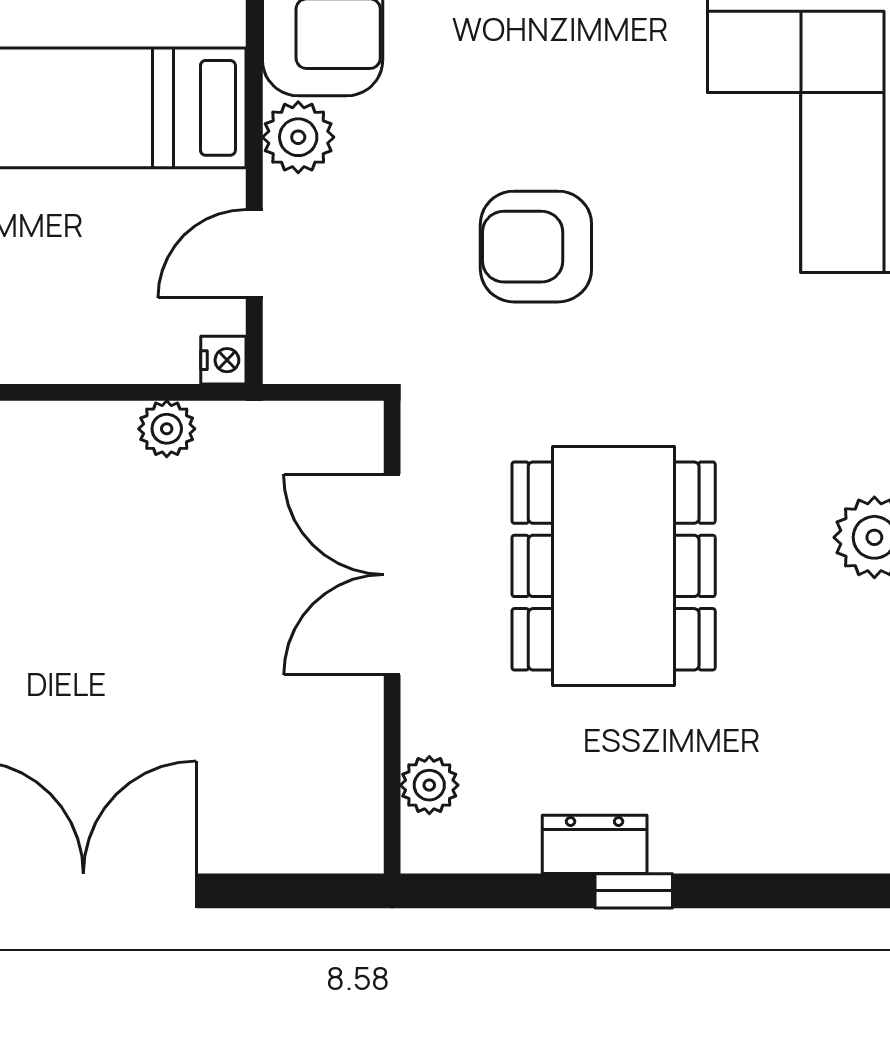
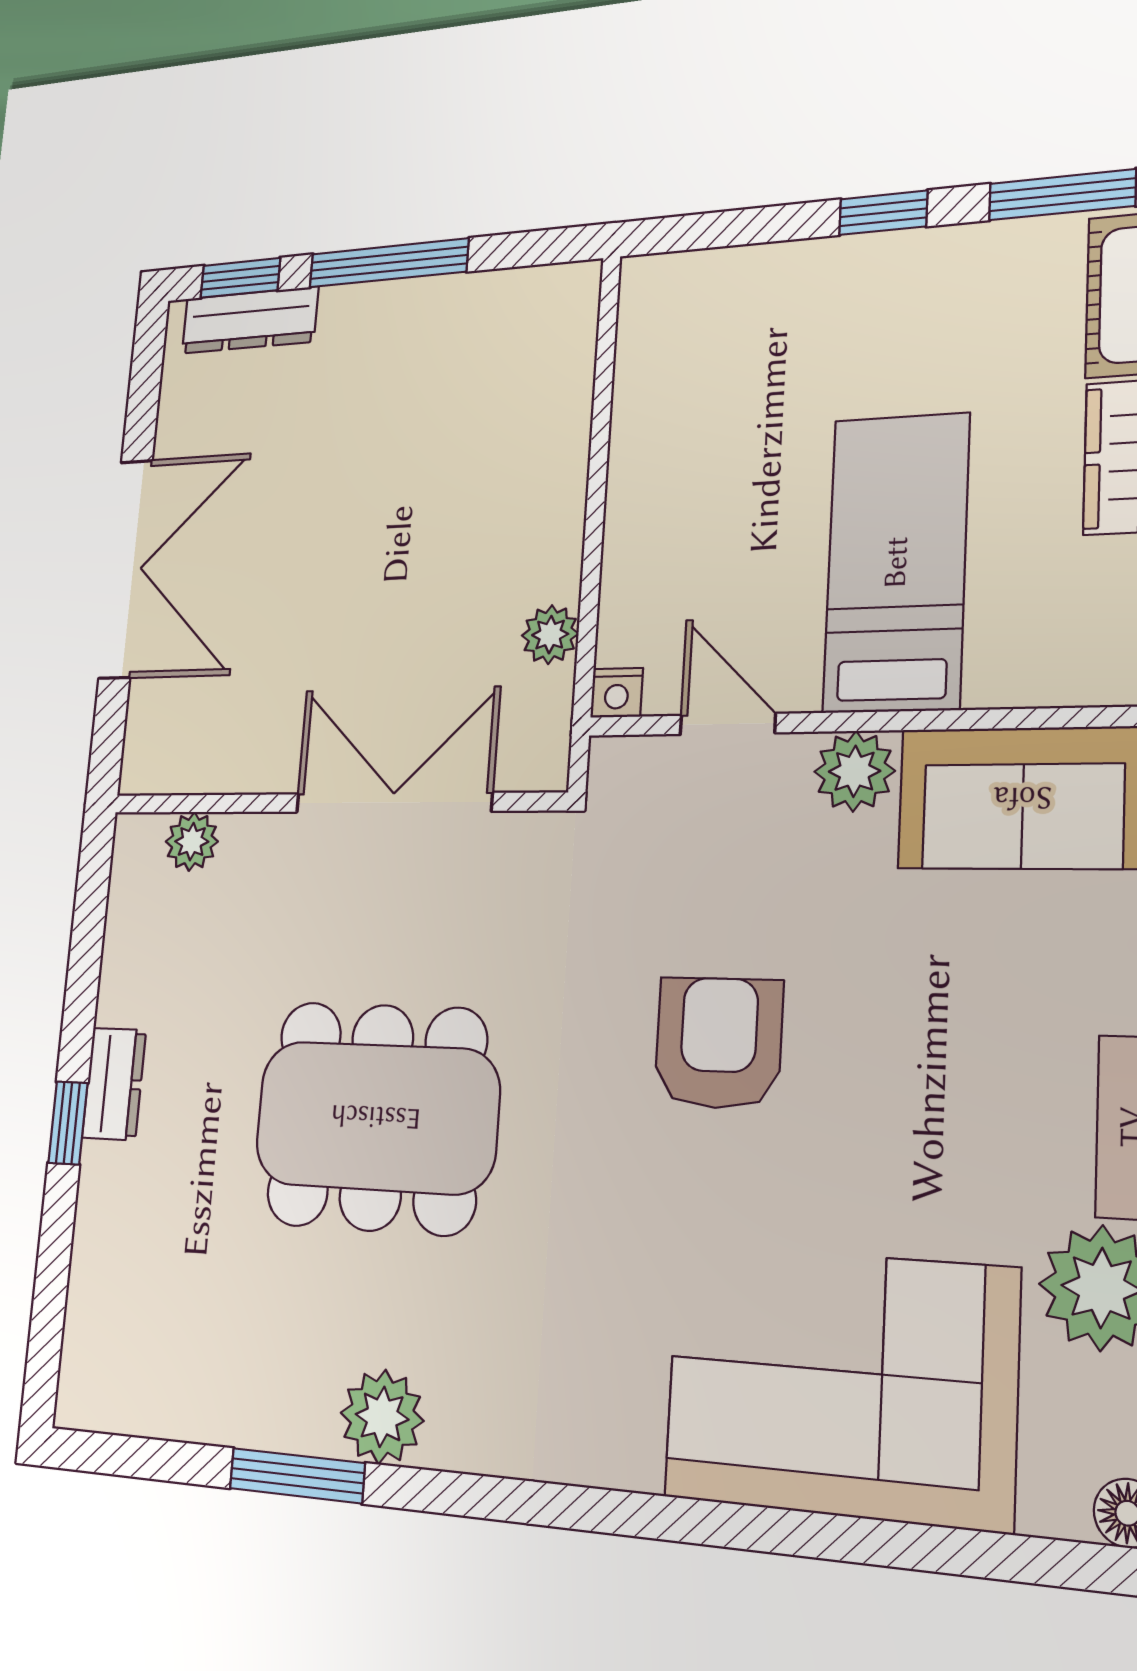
double door: (392, 575) -> (393, 802), moved
wall: (392, 637) -> (333, 803), moved
plant: (429, 785) -> (192, 842), moved

